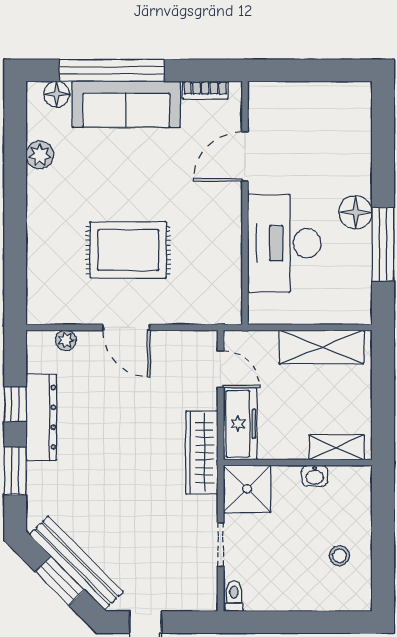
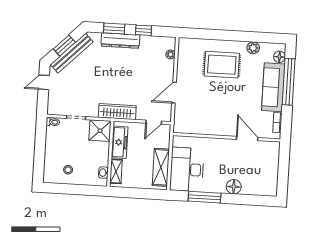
floor lamp: (356, 212) -> (234, 187), moved
desk: (284, 243) -> (187, 169), moved, turned -90
rug: (128, 250) -> (222, 65), moved, turned 90
door: (126, 327) -> (174, 93), moved
dresser: (41, 417) -> (120, 41), moved
freezer: (240, 424) -> (120, 142), moved, turned -90
washbasin: (315, 476) -> (103, 173), moved

